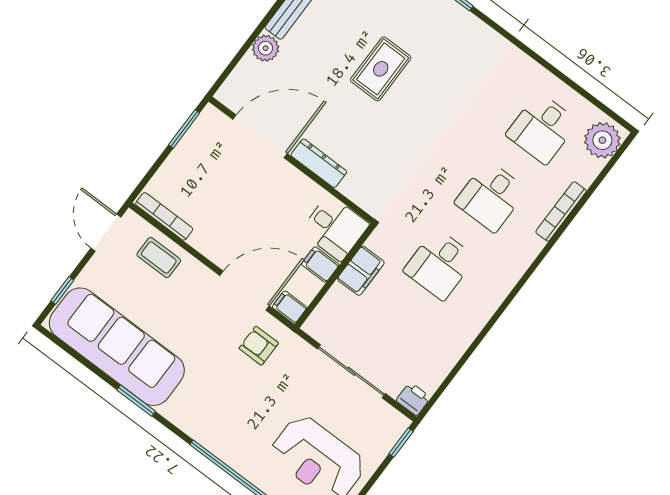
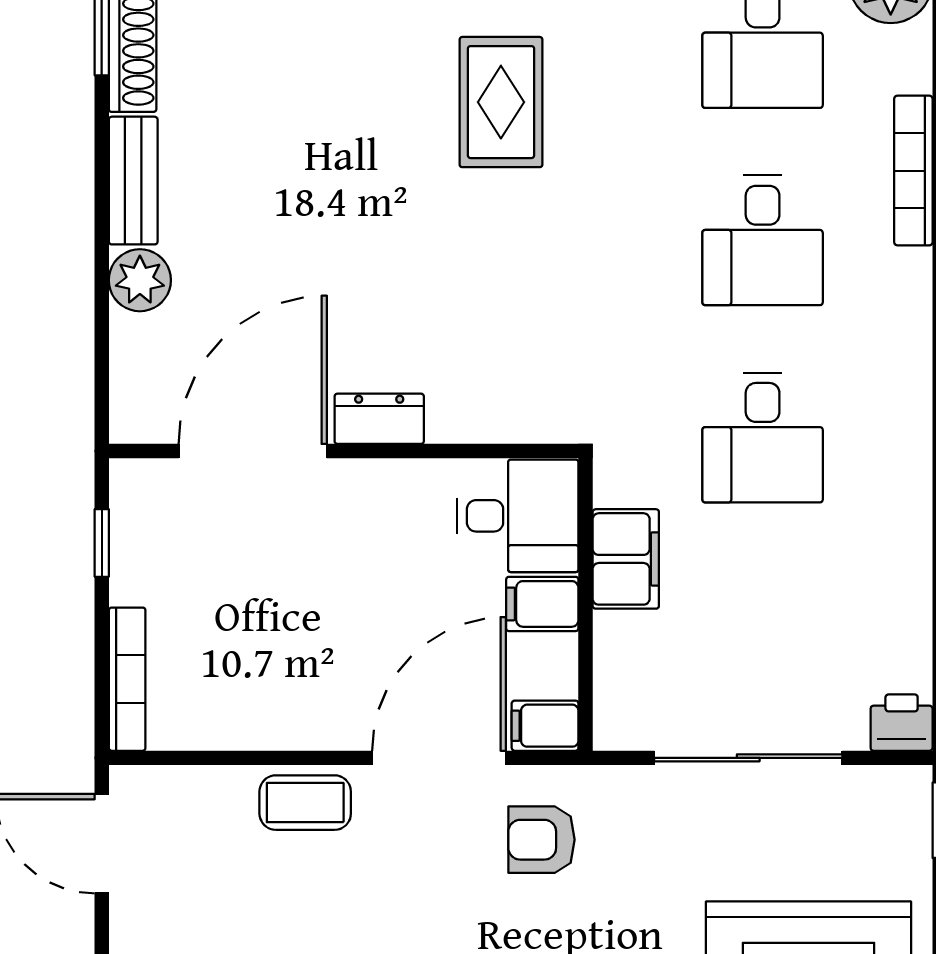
rug: (381, 69) -> (501, 102), moved
window: (184, 129) -> (102, 543), width x0.67
dresser: (319, 163) -> (379, 419), width x0.70
bookcase: (164, 216) -> (127, 679), moved, turned 90
coffee table: (159, 258) -> (305, 803), moved

